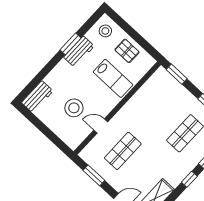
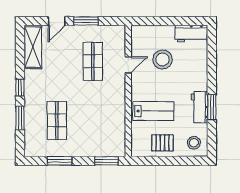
lab bench: (113, 78) -> (153, 111), turned 180
workbench: (37, 97) -> (191, 34), moved, turned -90
window: (94, 175) -> (86, 21), moved

